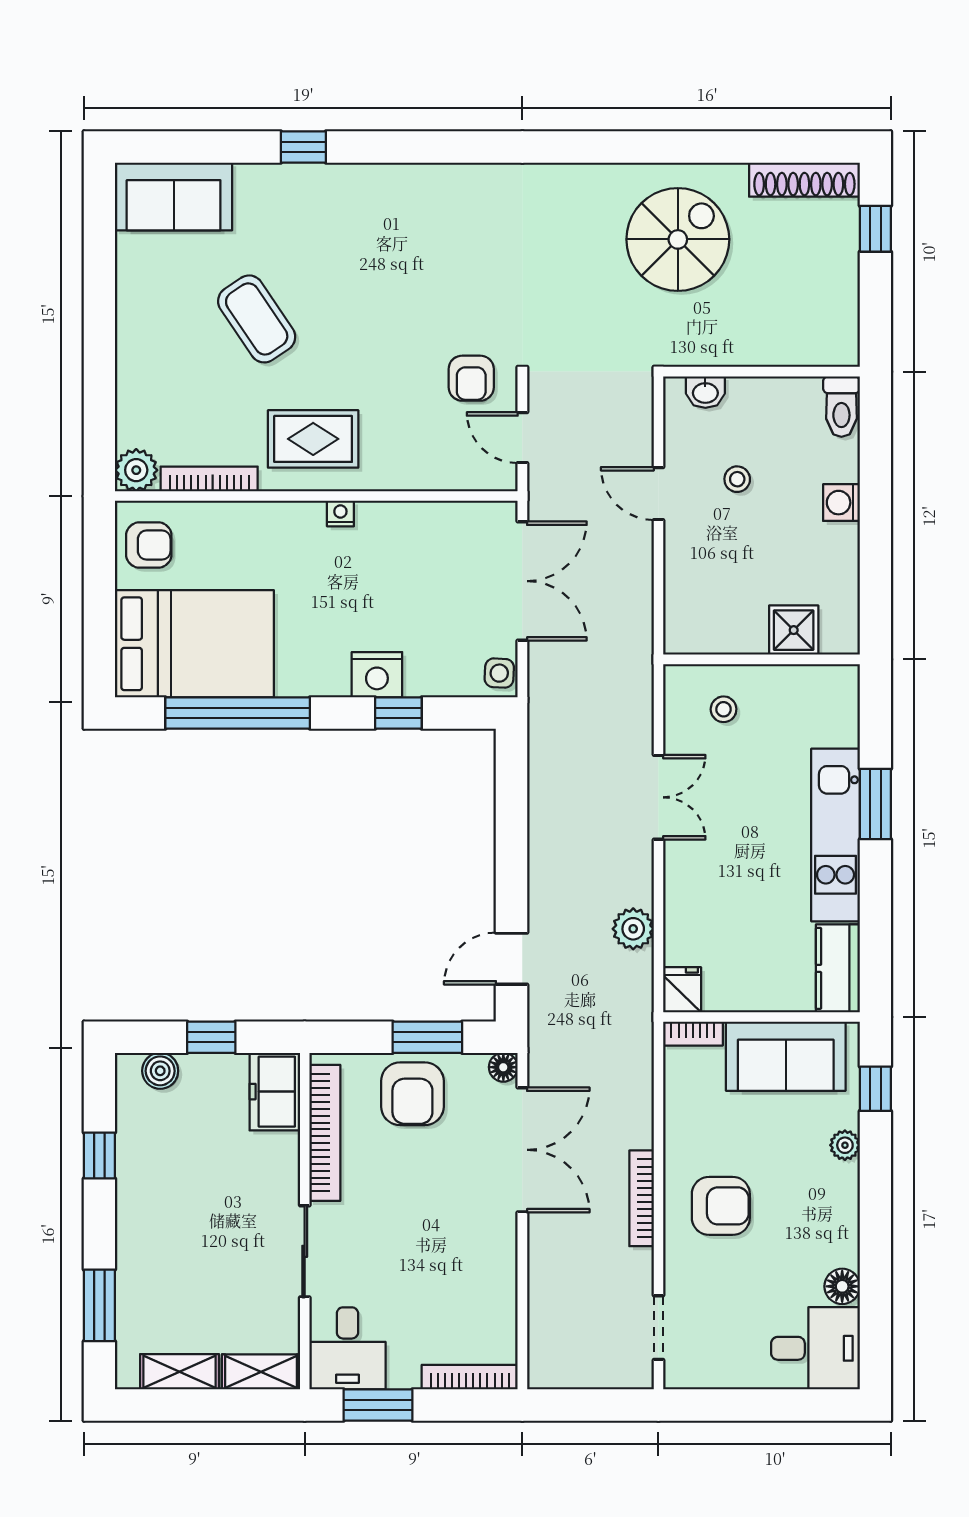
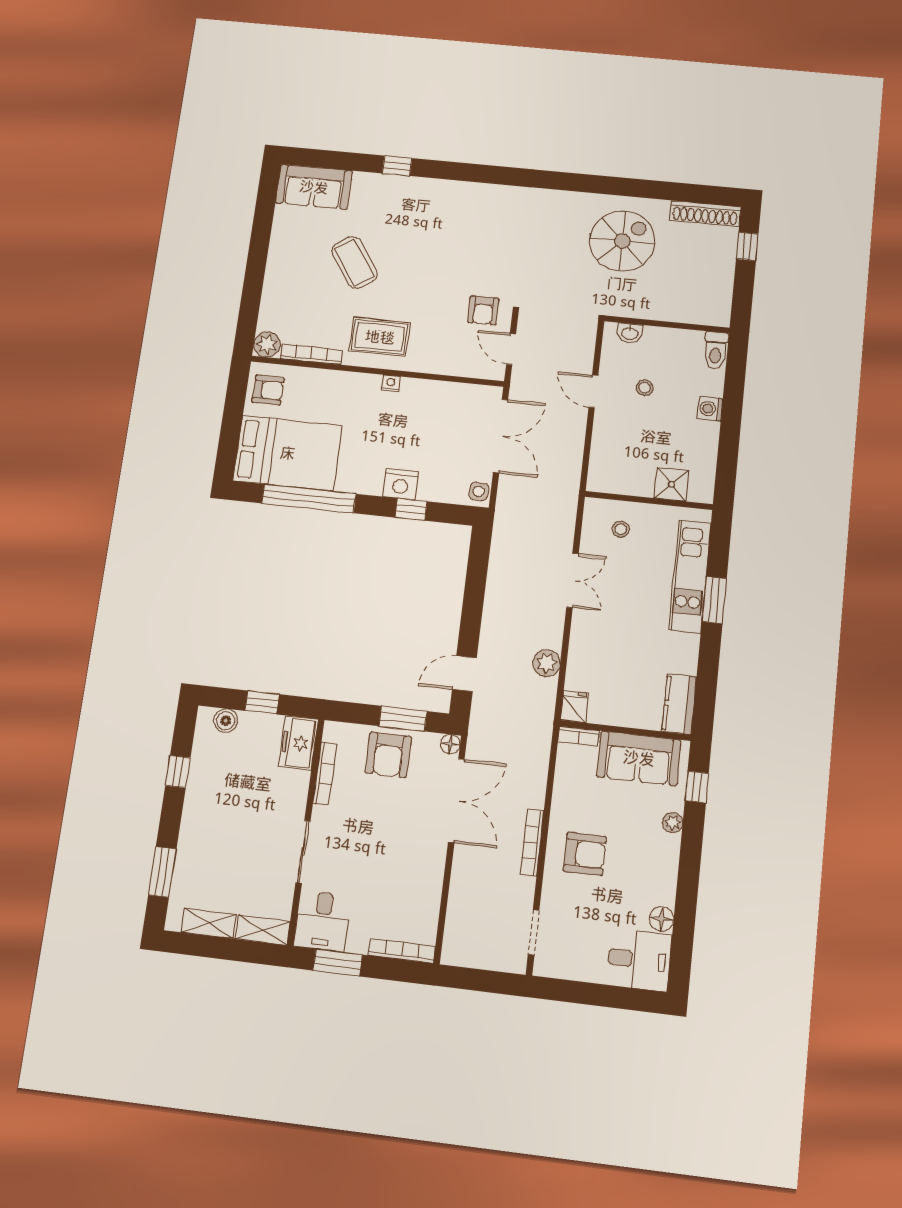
kitchen unit: (836, 835) -> (690, 576), moved
bookcase: (325, 1133) -> (325, 774), width x0.68, depth x0.76

